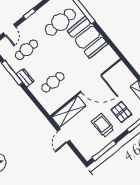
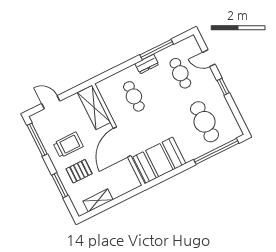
booth: (88, 37) -> (159, 160), moved
door: (64, 136) -> (51, 102), moved

